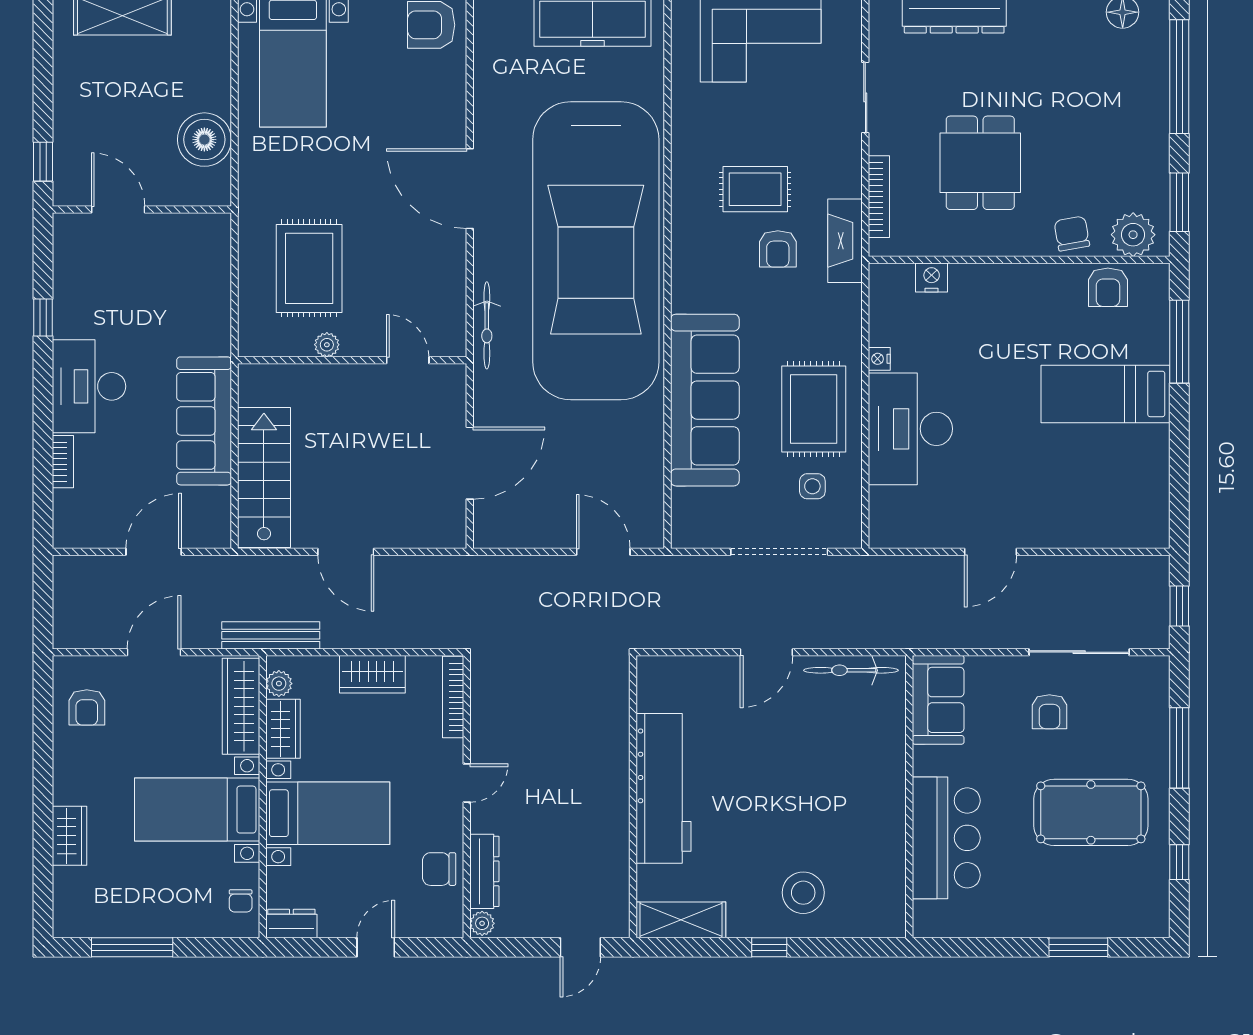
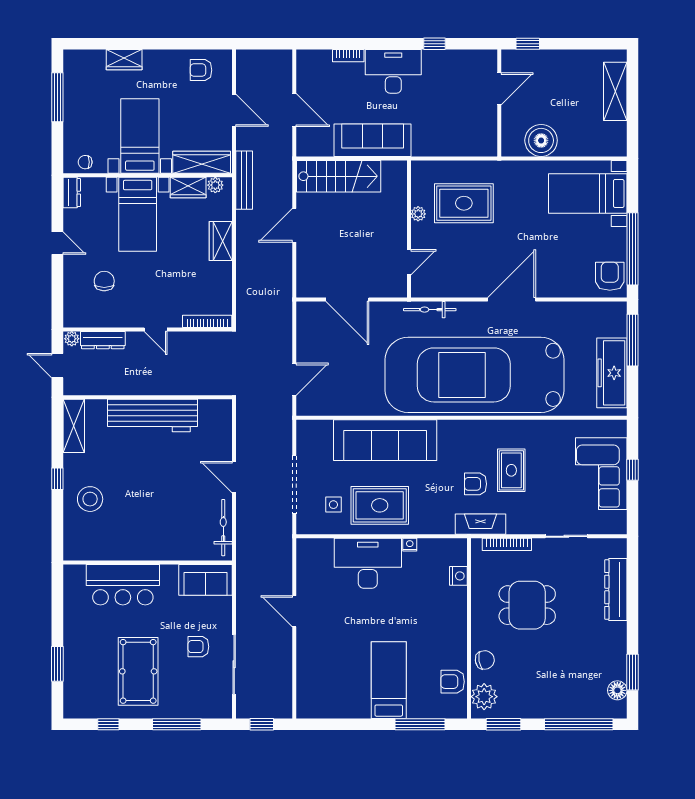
bookcase: (453, 697) -> (207, 321), moved
door: (467, 783) -> (156, 330), moved
wall: (467, 797) -> (148, 330), moved
dresser: (484, 871) -> (103, 340), moved
plant: (482, 923) -> (72, 339), moved

